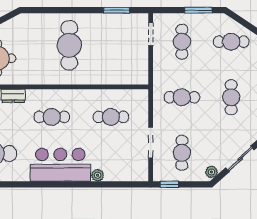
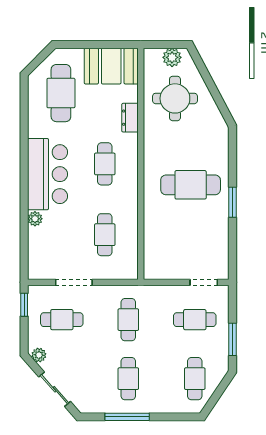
window: (117, 10) -> (232, 202), moved
cafe table: (231, 97) -> (128, 379), turned 90

